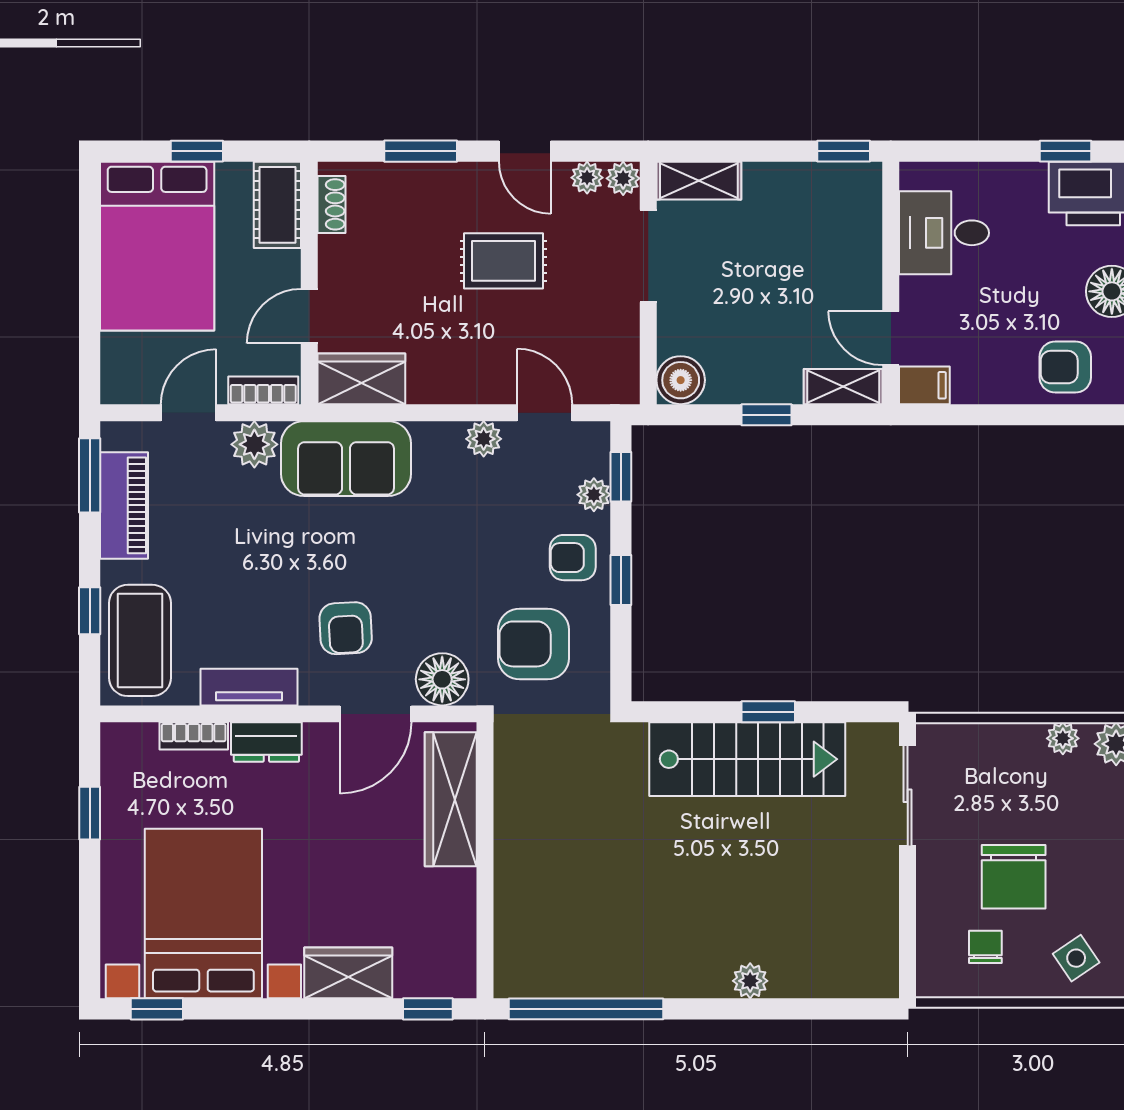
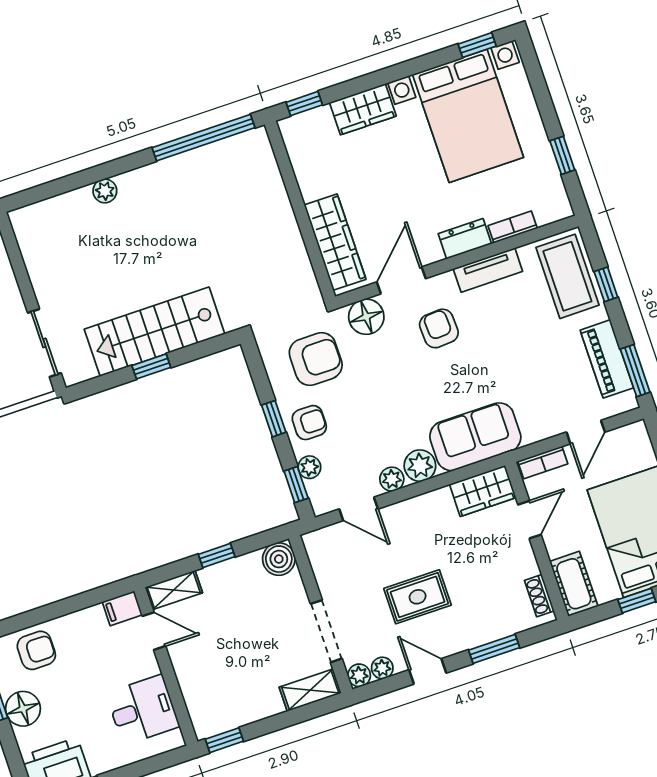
plant: (254, 444) -> (420, 466), moved

